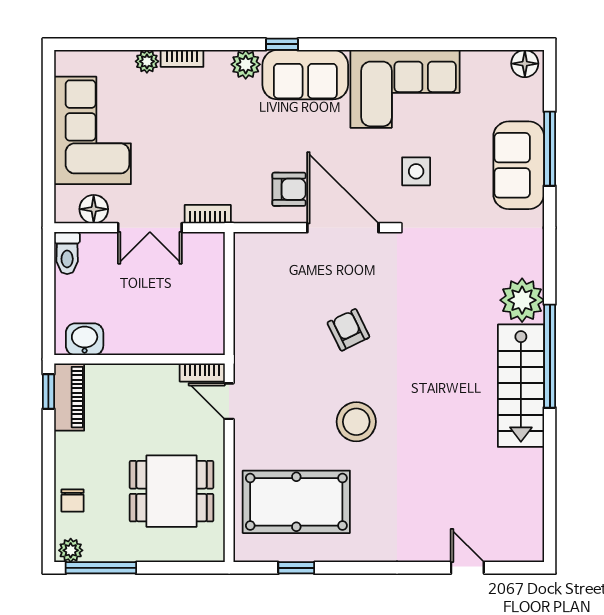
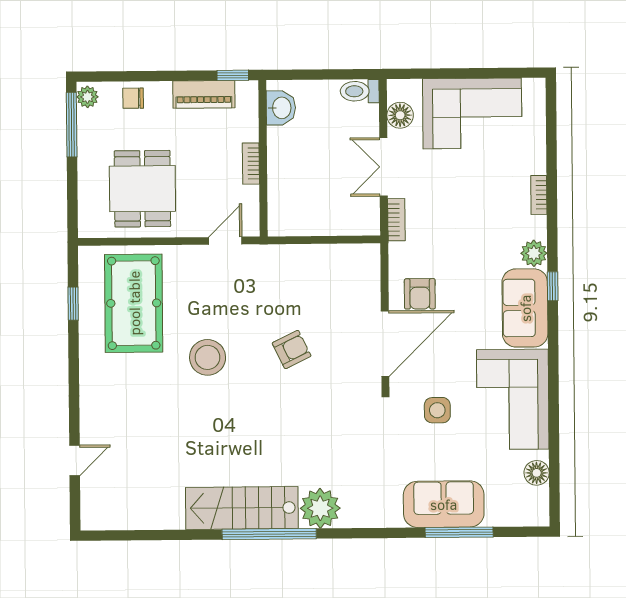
plant: (147, 61) -> (536, 163), removed
floor lamp: (525, 64) -> (537, 473), moved
bookcase: (202, 373) -> (251, 164), moved
piano: (69, 397) -> (204, 94), moved

